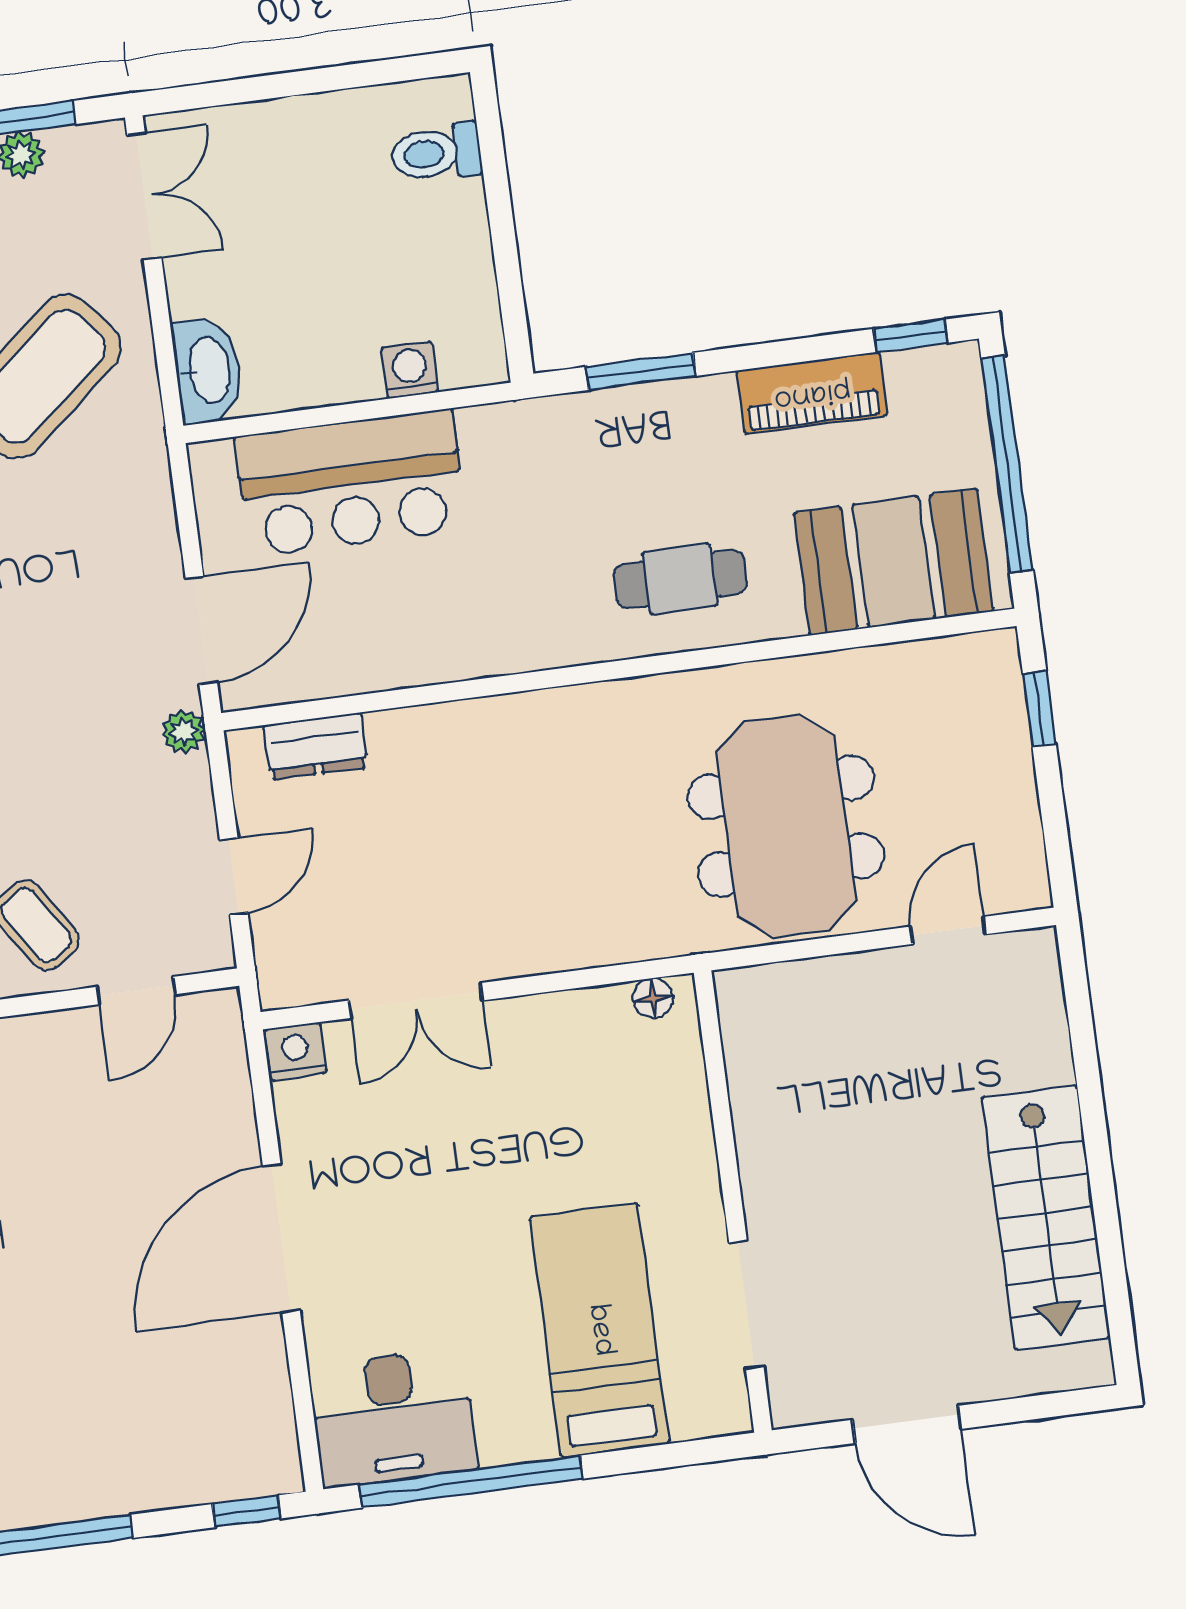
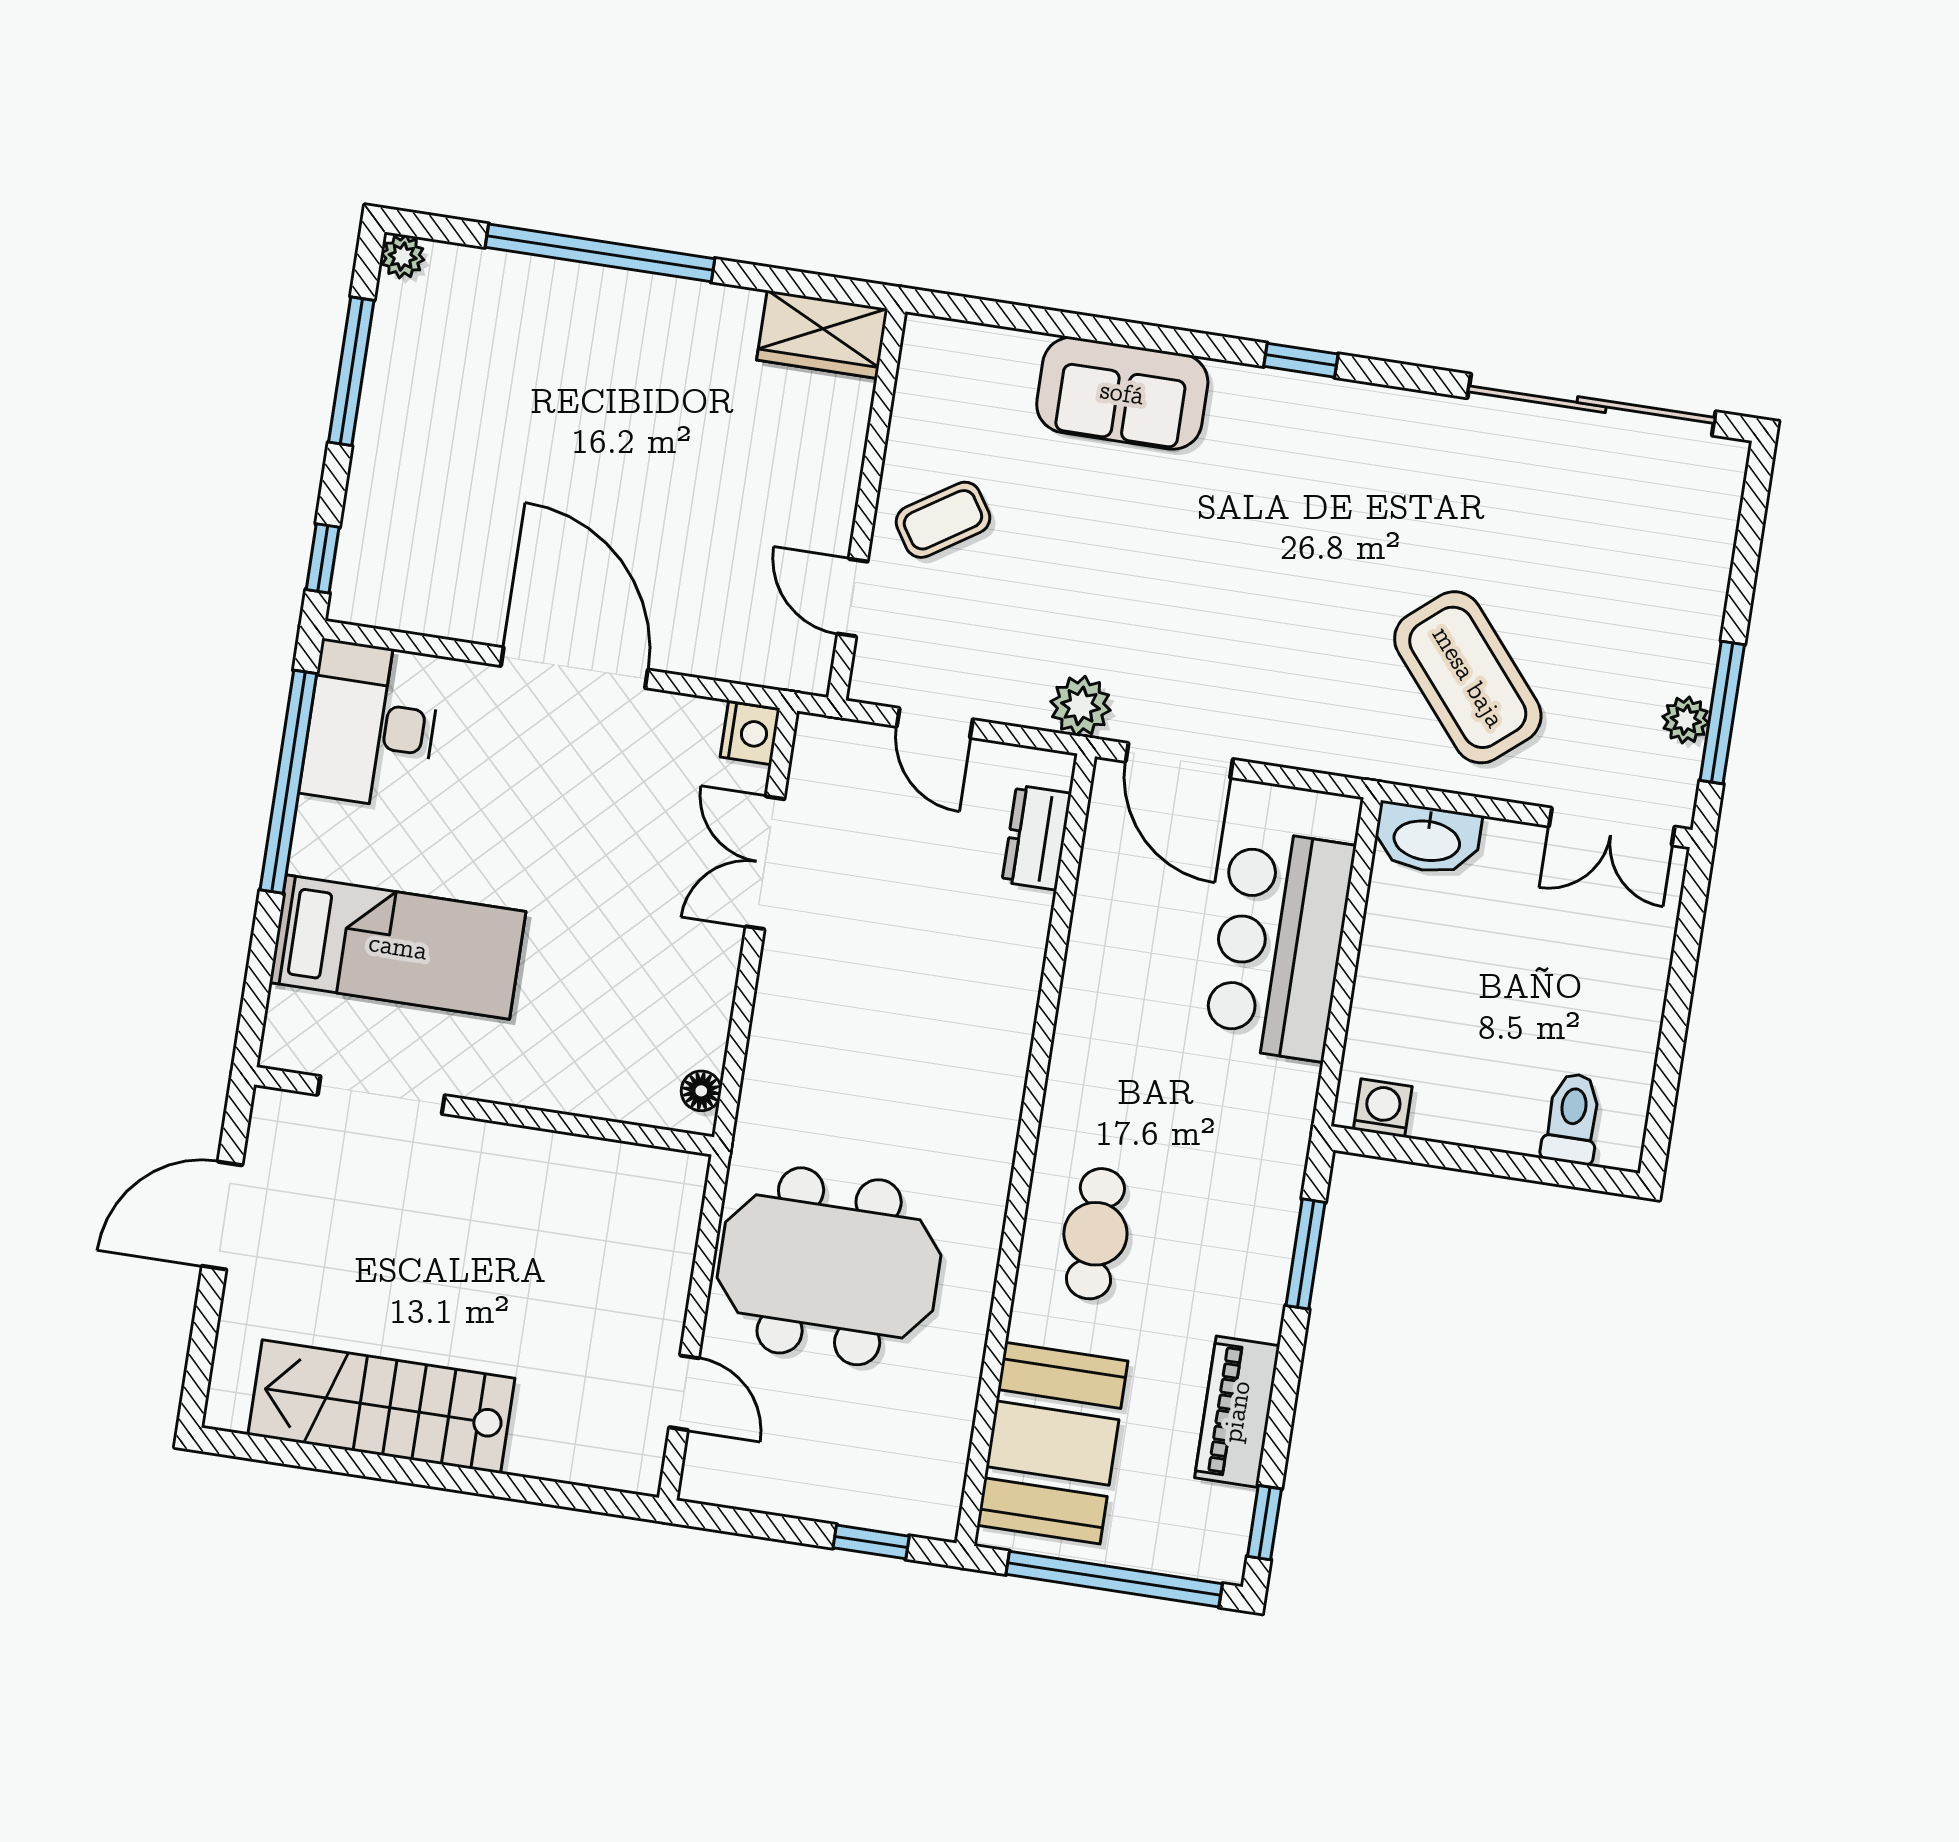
washing machine: (410, 370) -> (1383, 1108), moved, turned -90
plant: (184, 732) -> (1081, 706), width x1.38, depth x1.38

